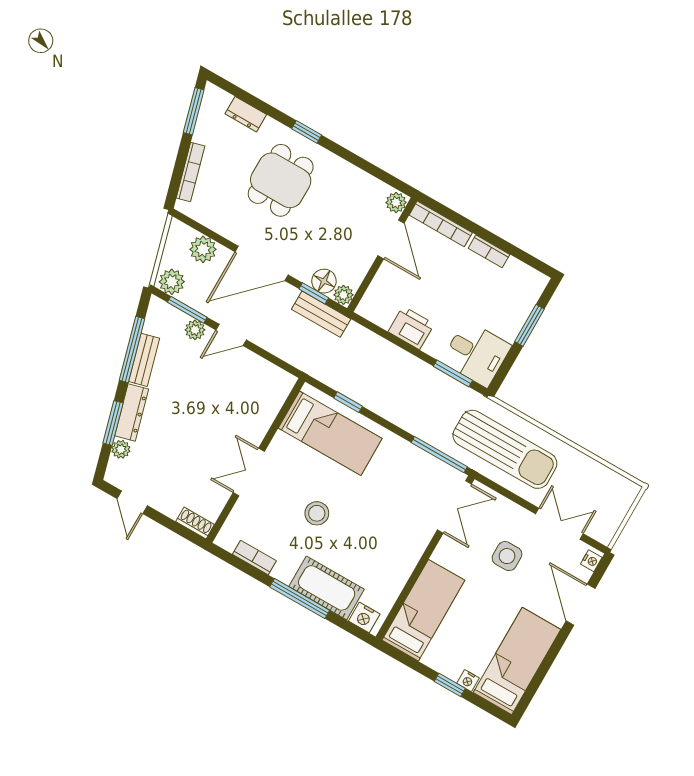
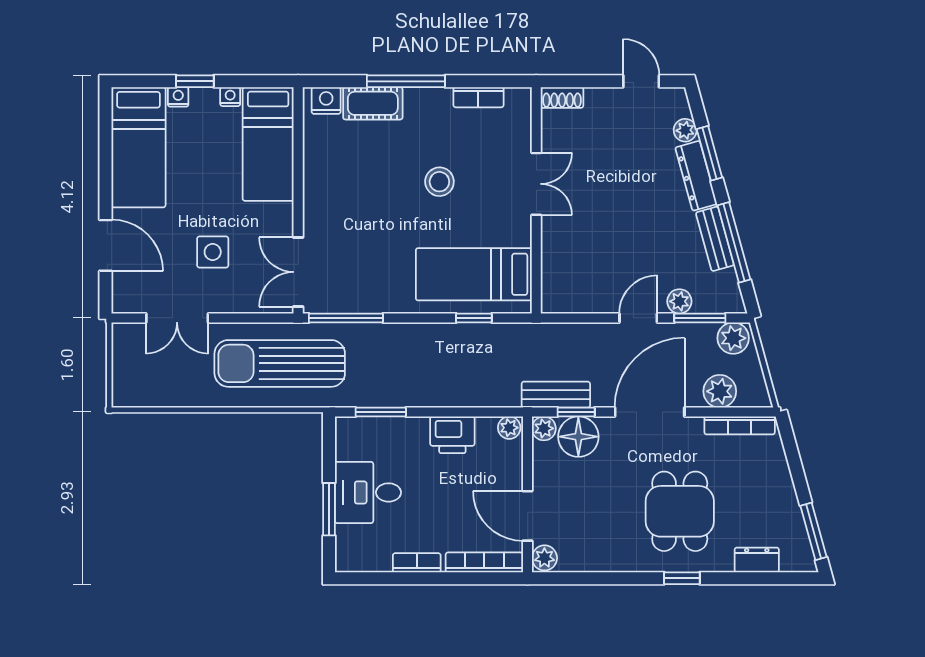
bookcase: (191, 172) -> (740, 425), moved, turned -75
floor lamp: (324, 281) -> (578, 437), width x1.38, depth x1.38
plant: (368, 310) -> (509, 428), added
desk: (476, 354) -> (368, 492), moved
nightstand: (591, 561) -> (230, 97), moved, turned 90
cot: (327, 588) -> (373, 103), width x0.73, depth x0.75

